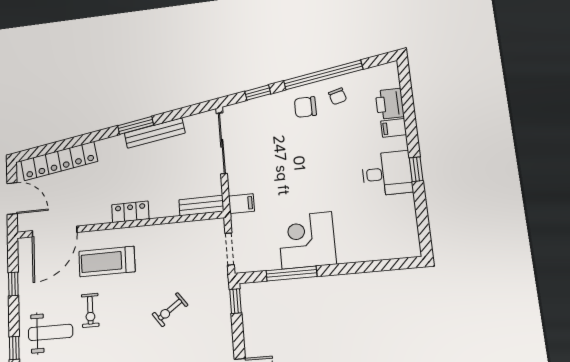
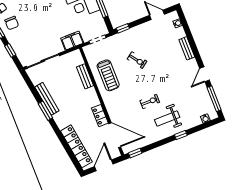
filing cabinet: (242, 204) -> (72, 41), width x2.00
bench: (201, 206) -> (85, 76), moved
locker: (130, 212) -> (100, 116), moved
treadmill: (107, 261) -> (108, 75), moved
window: (13, 284) -> (135, 153), moved
weight bench: (51, 332) -> (167, 119), turned -90

